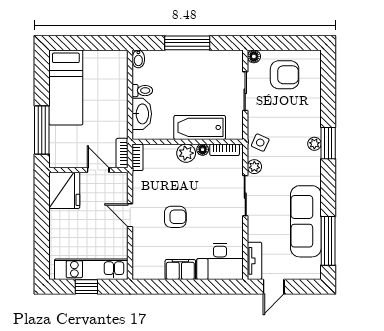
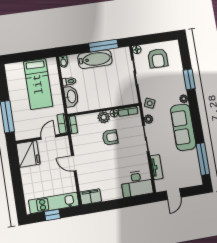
window: (187, 43) -> (104, 46), moved
armchair: (285, 75) -> (158, 58), turned 90
bed: (66, 87) -> (38, 84), moved
bathtub: (200, 127) -> (95, 59), moved, turned 180
window: (328, 143) -> (189, 79), moved
door: (98, 170) -> (48, 137), hinge flipped
armchair: (175, 217) -> (110, 137), moved
sofa: (306, 221) -> (183, 127), moved
tv unit: (254, 261) -> (157, 167), moved
filing cabinet: (180, 269) -> (91, 197), moved

